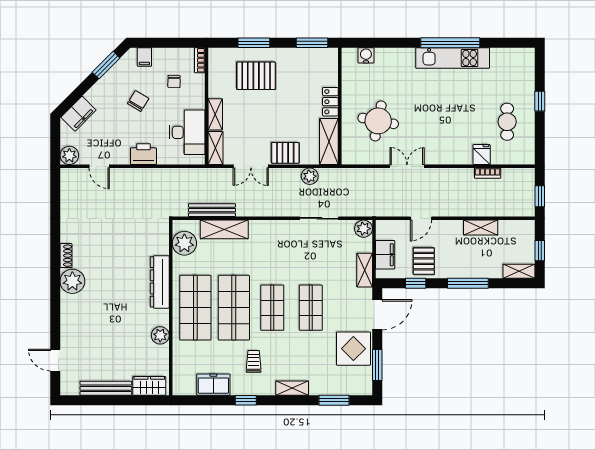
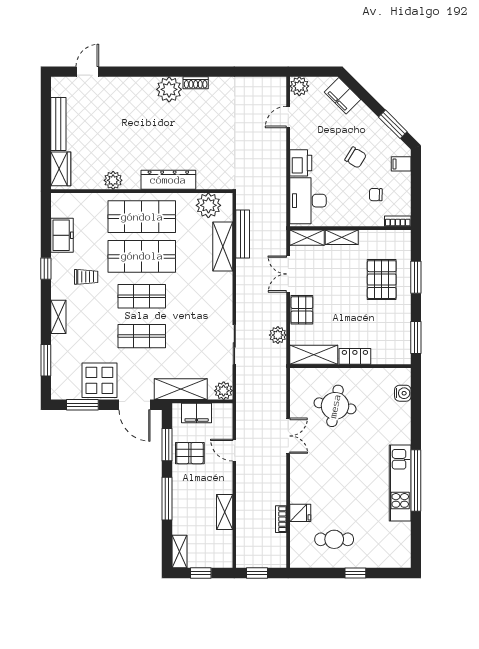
desk: (187, 132) -> (308, 201), moved, turned 90
shelving: (365, 270) -> (181, 389), width x1.50, depth x1.33
window: (416, 283) -> (167, 445), width x1.50

